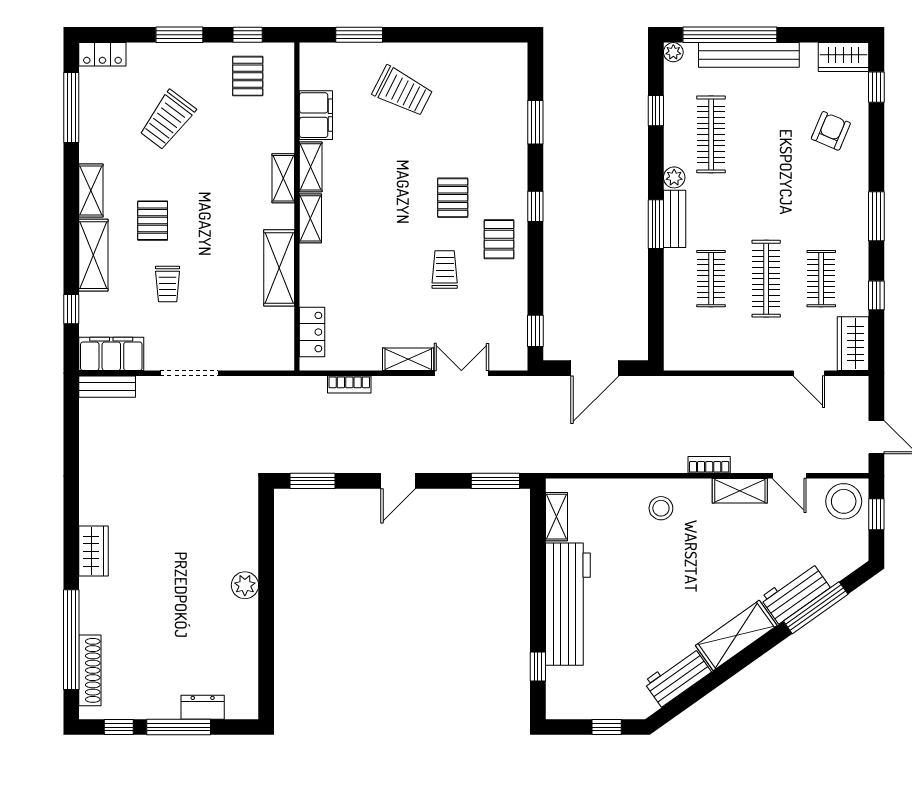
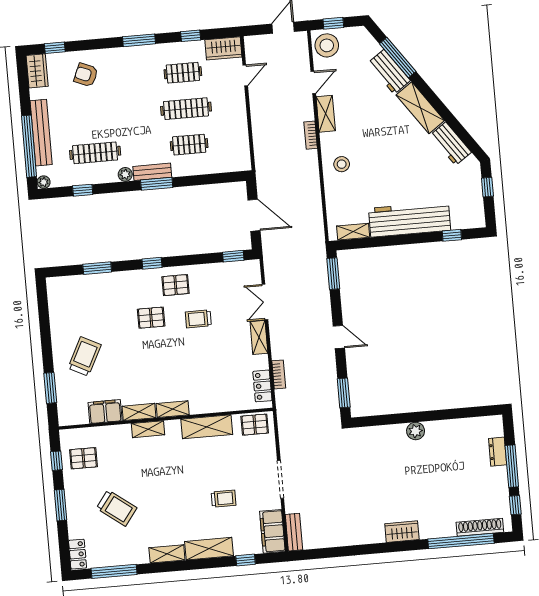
pallet: (153, 221) -> (255, 425), moved
locker: (312, 332) -> (262, 386), moved, turned -90

